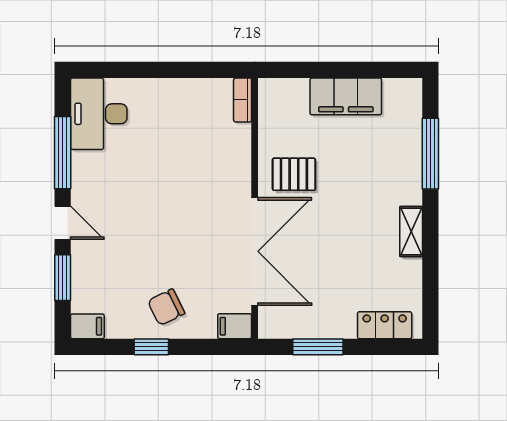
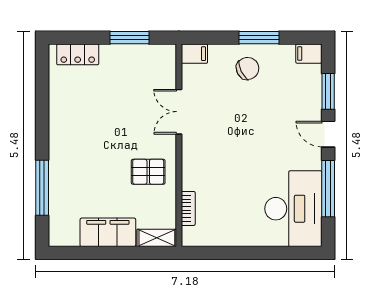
bookcase: (243, 100) -> (188, 208), moved
desk: (99, 114) -> (293, 209), width x1.36, depth x1.30
shelving: (411, 232) -> (157, 238), moved, turned 90
double door: (255, 251) -> (179, 112), width x0.54
window: (151, 347) -> (259, 38), width x1.50

